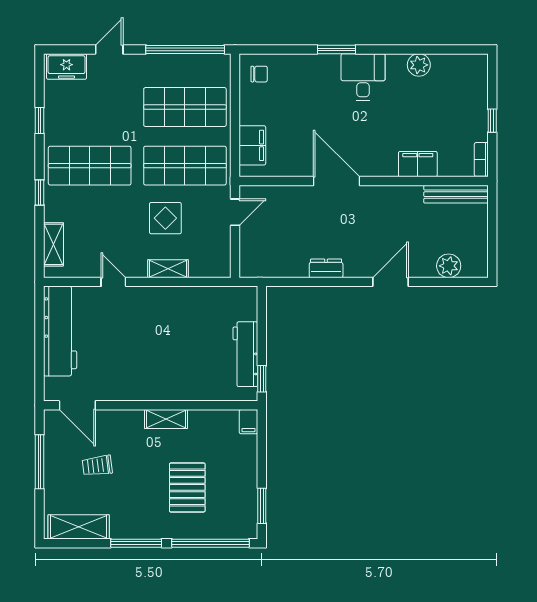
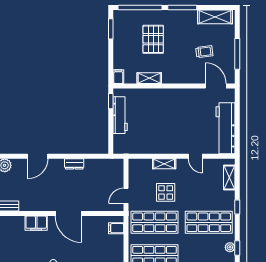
plant: (52, 122) -> (230, 247), added
filing cabinet: (252, 145) -> (116, 228), width x0.50
filing cabinet: (418, 164) -> (36, 223), moved
shelving: (166, 419) -> (149, 78), moved

